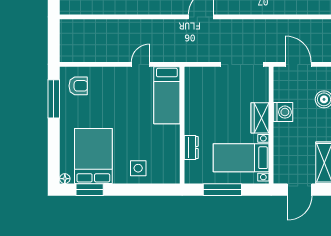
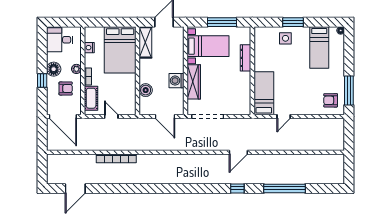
wardrobe: (260, 118) -> (194, 82), width x1.50
dresser: (191, 147) -> (246, 58), width x1.44
bed: (93, 156) -> (319, 48), width x0.67
window: (90, 190) -> (293, 22), moved

